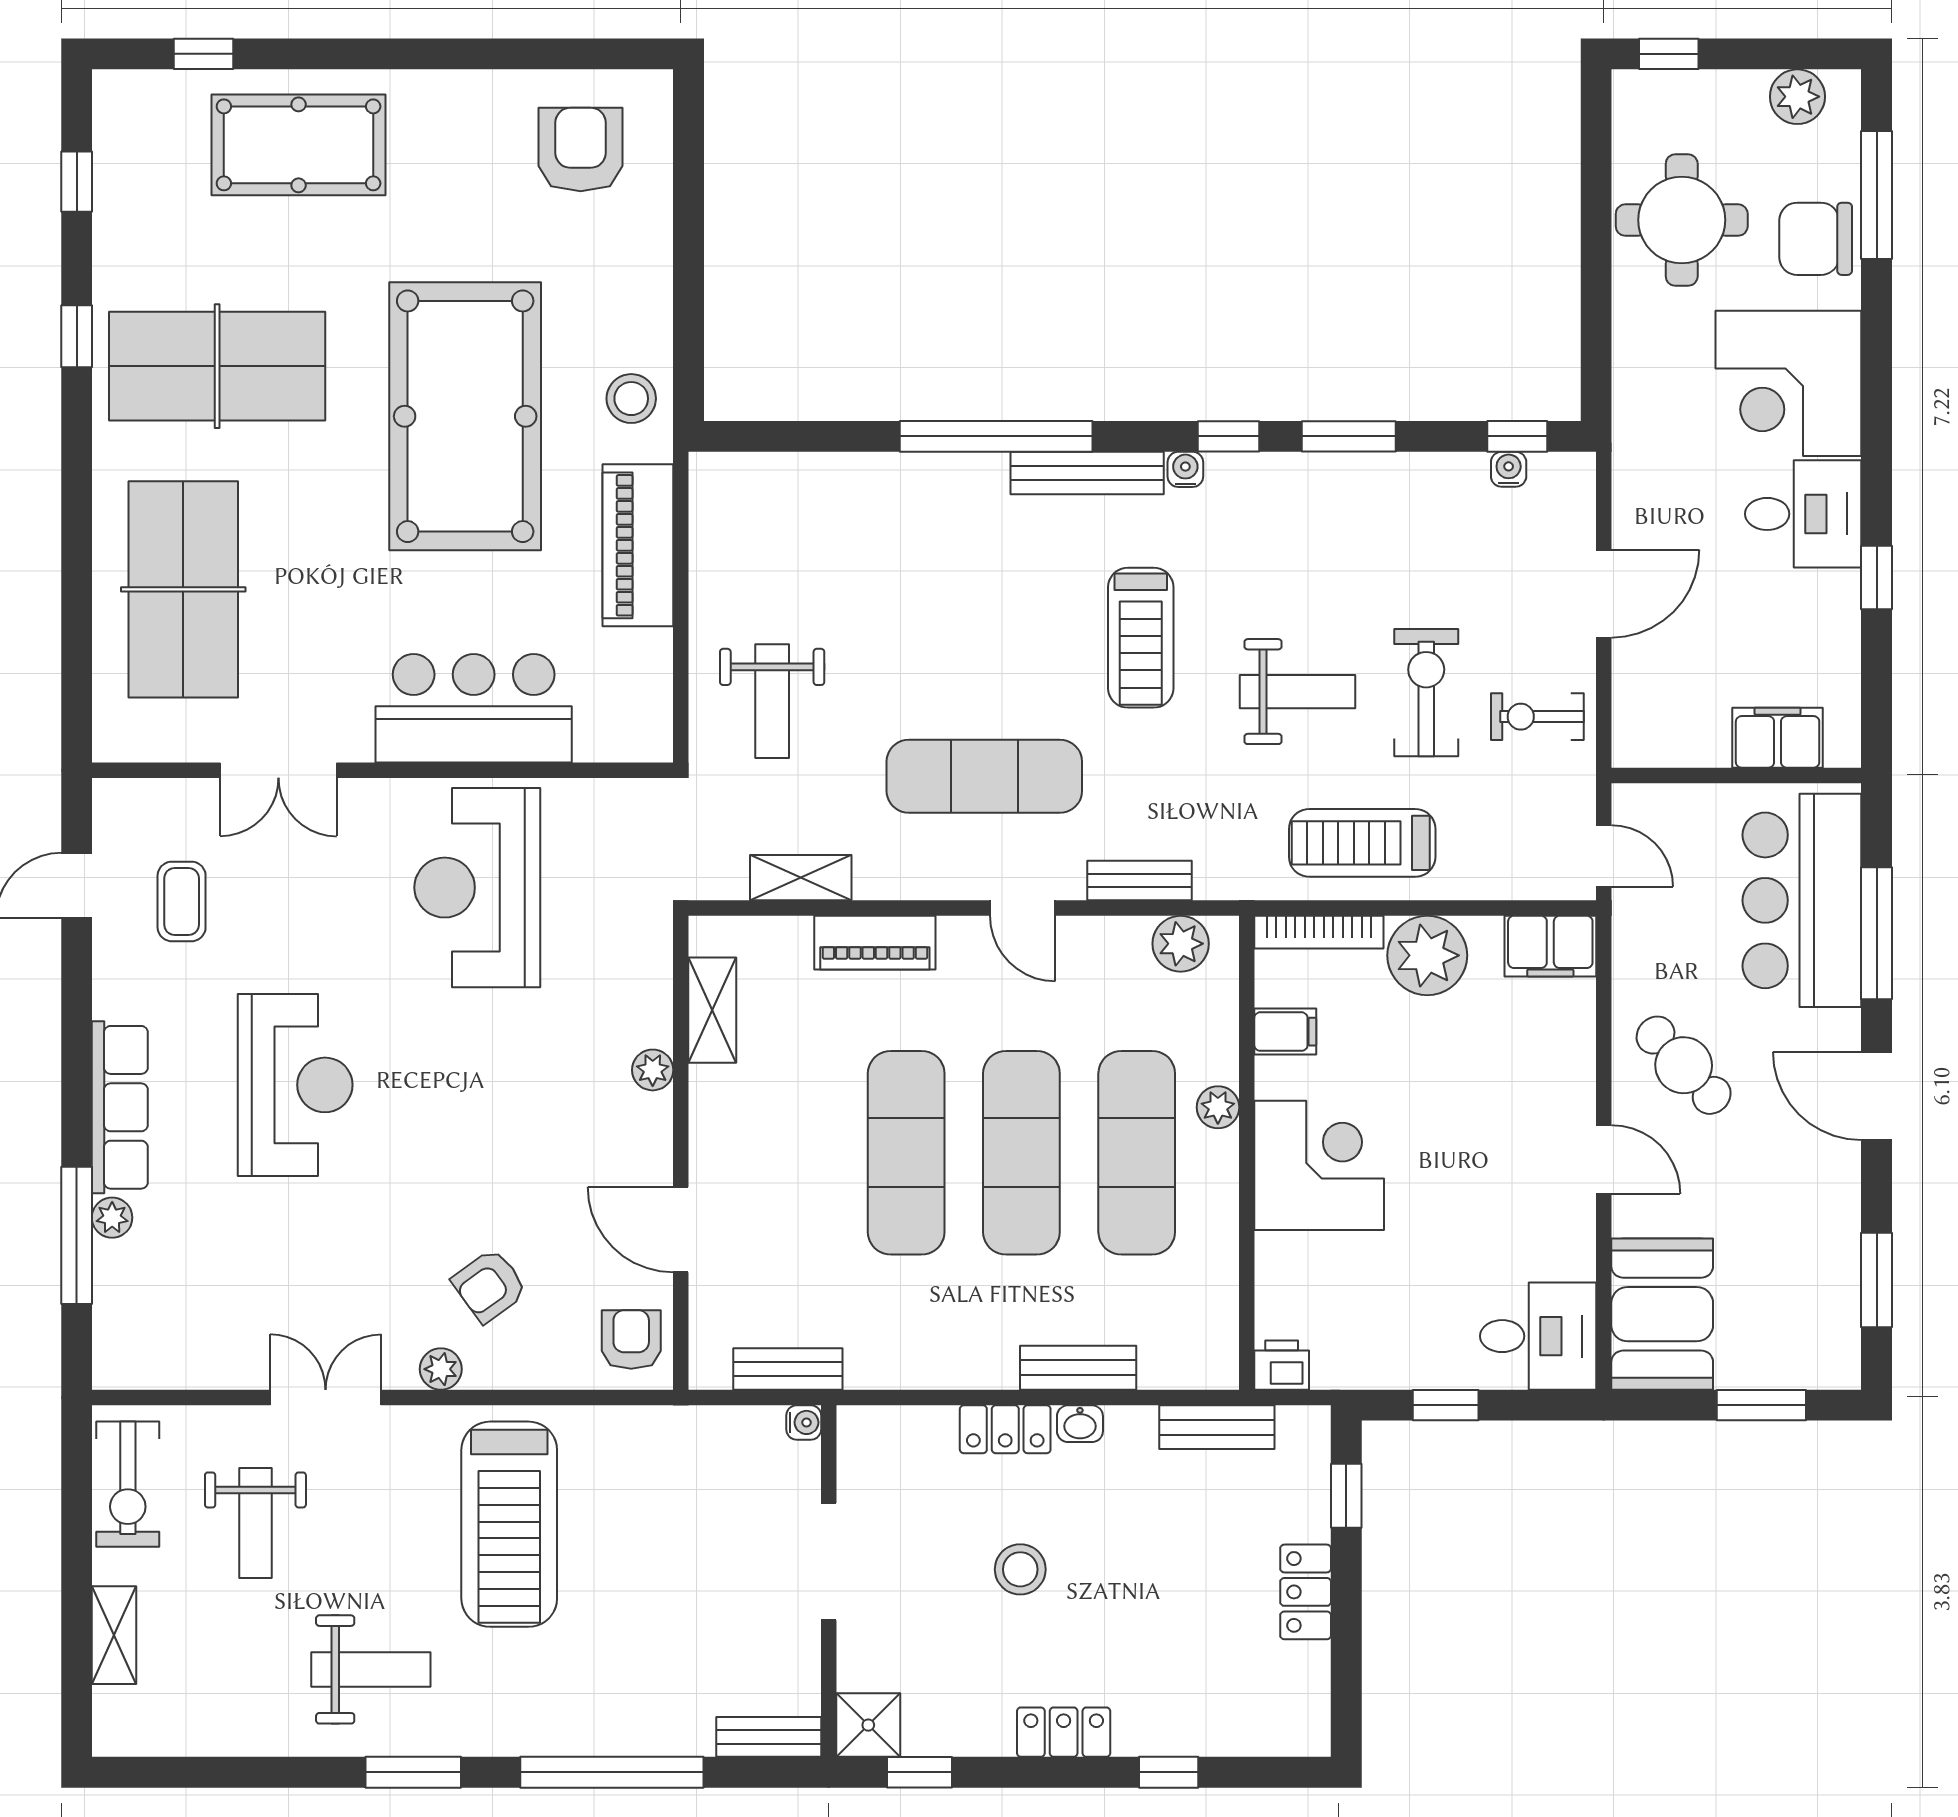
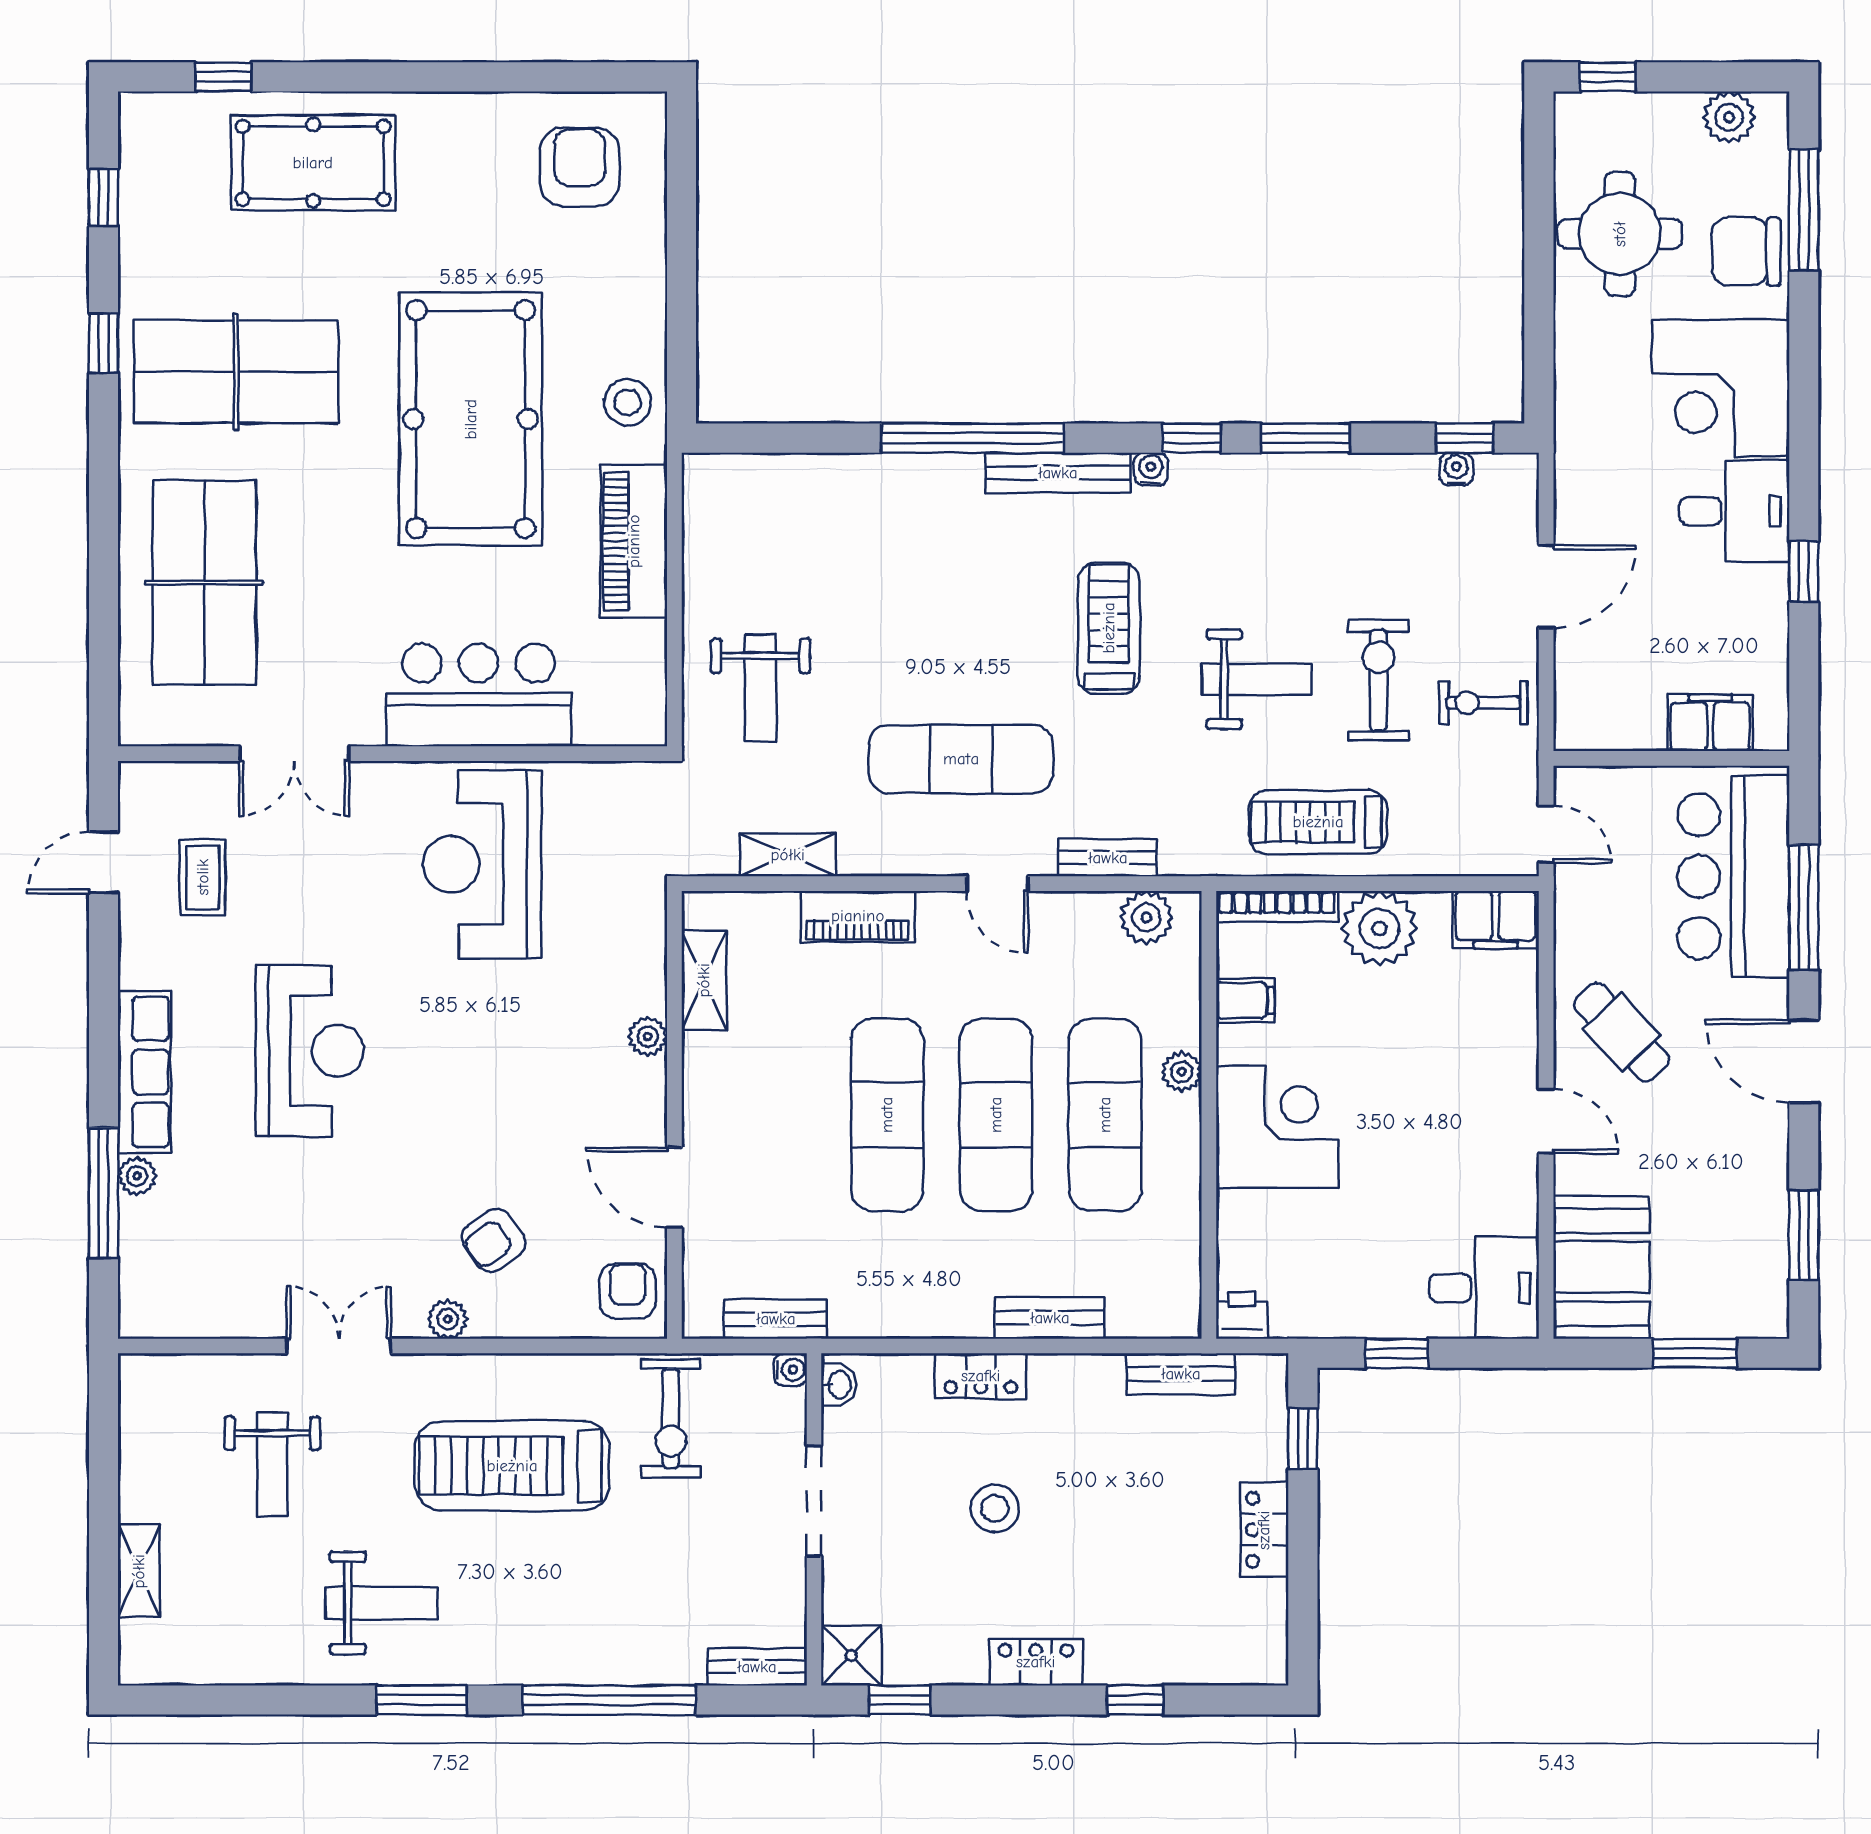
treadmill: (1141, 638) -> (1109, 628), turned 180
washbasin: (1080, 1424) -> (839, 1385), moved, turned -90
exercise bike: (128, 1484) -> (671, 1418), moved
treadmill: (509, 1524) -> (512, 1466), turned 90

